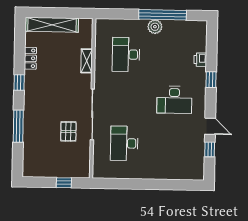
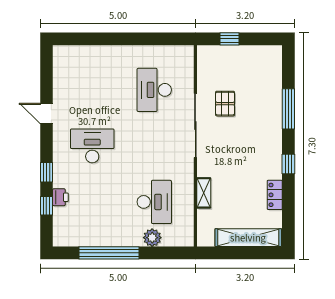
plant: (155, 27) -> (152, 238), moved
desk: (124, 143) -> (154, 90), turned 180
window: (210, 149) -> (46, 206), moved

